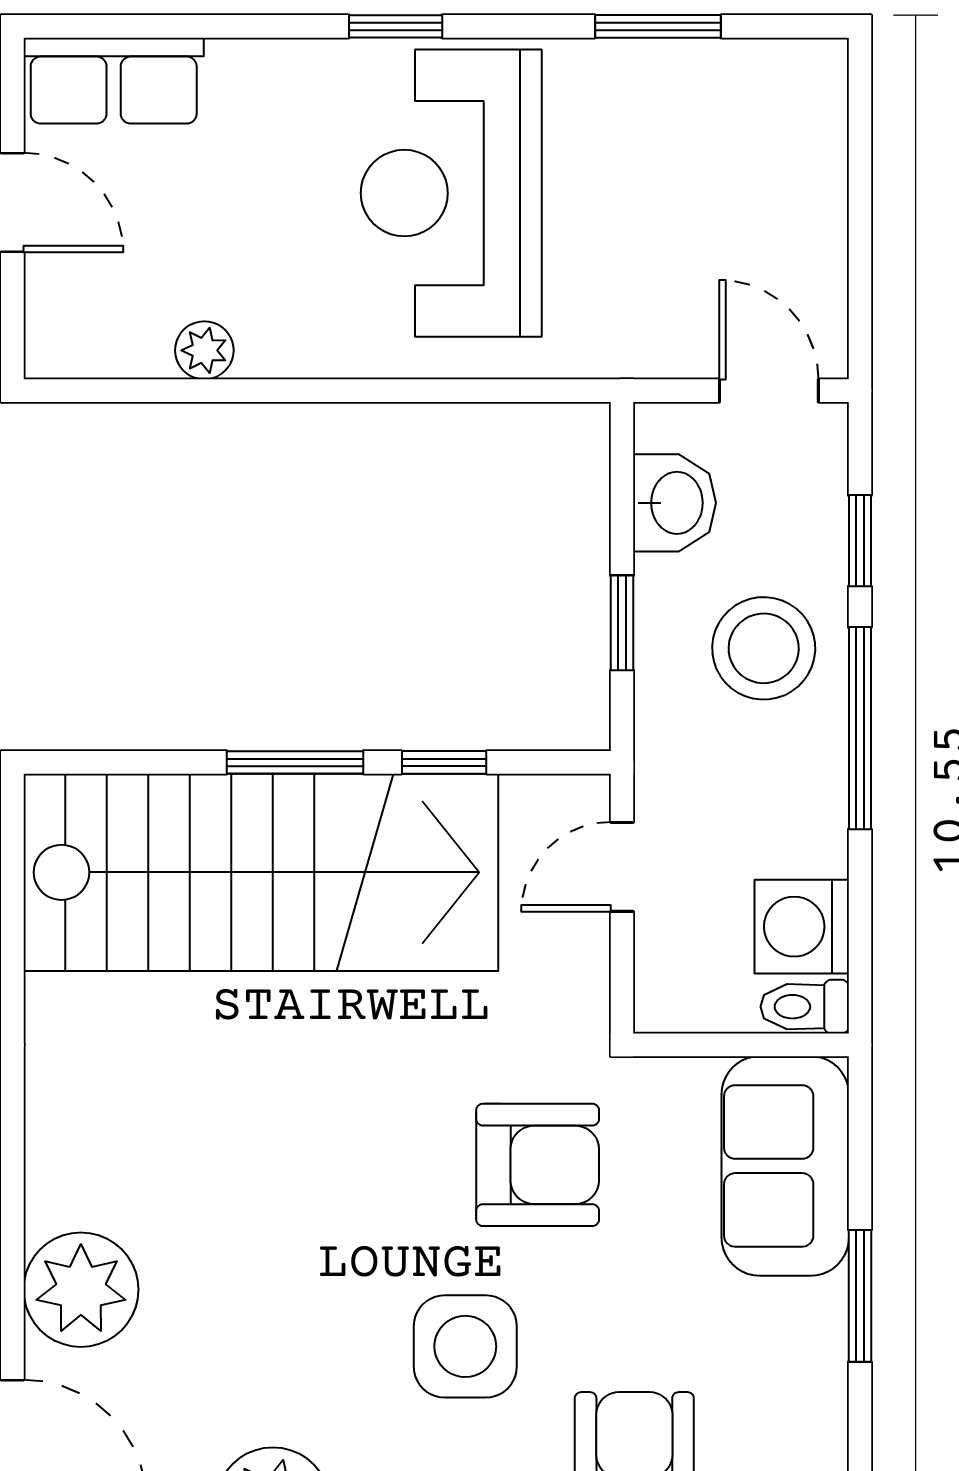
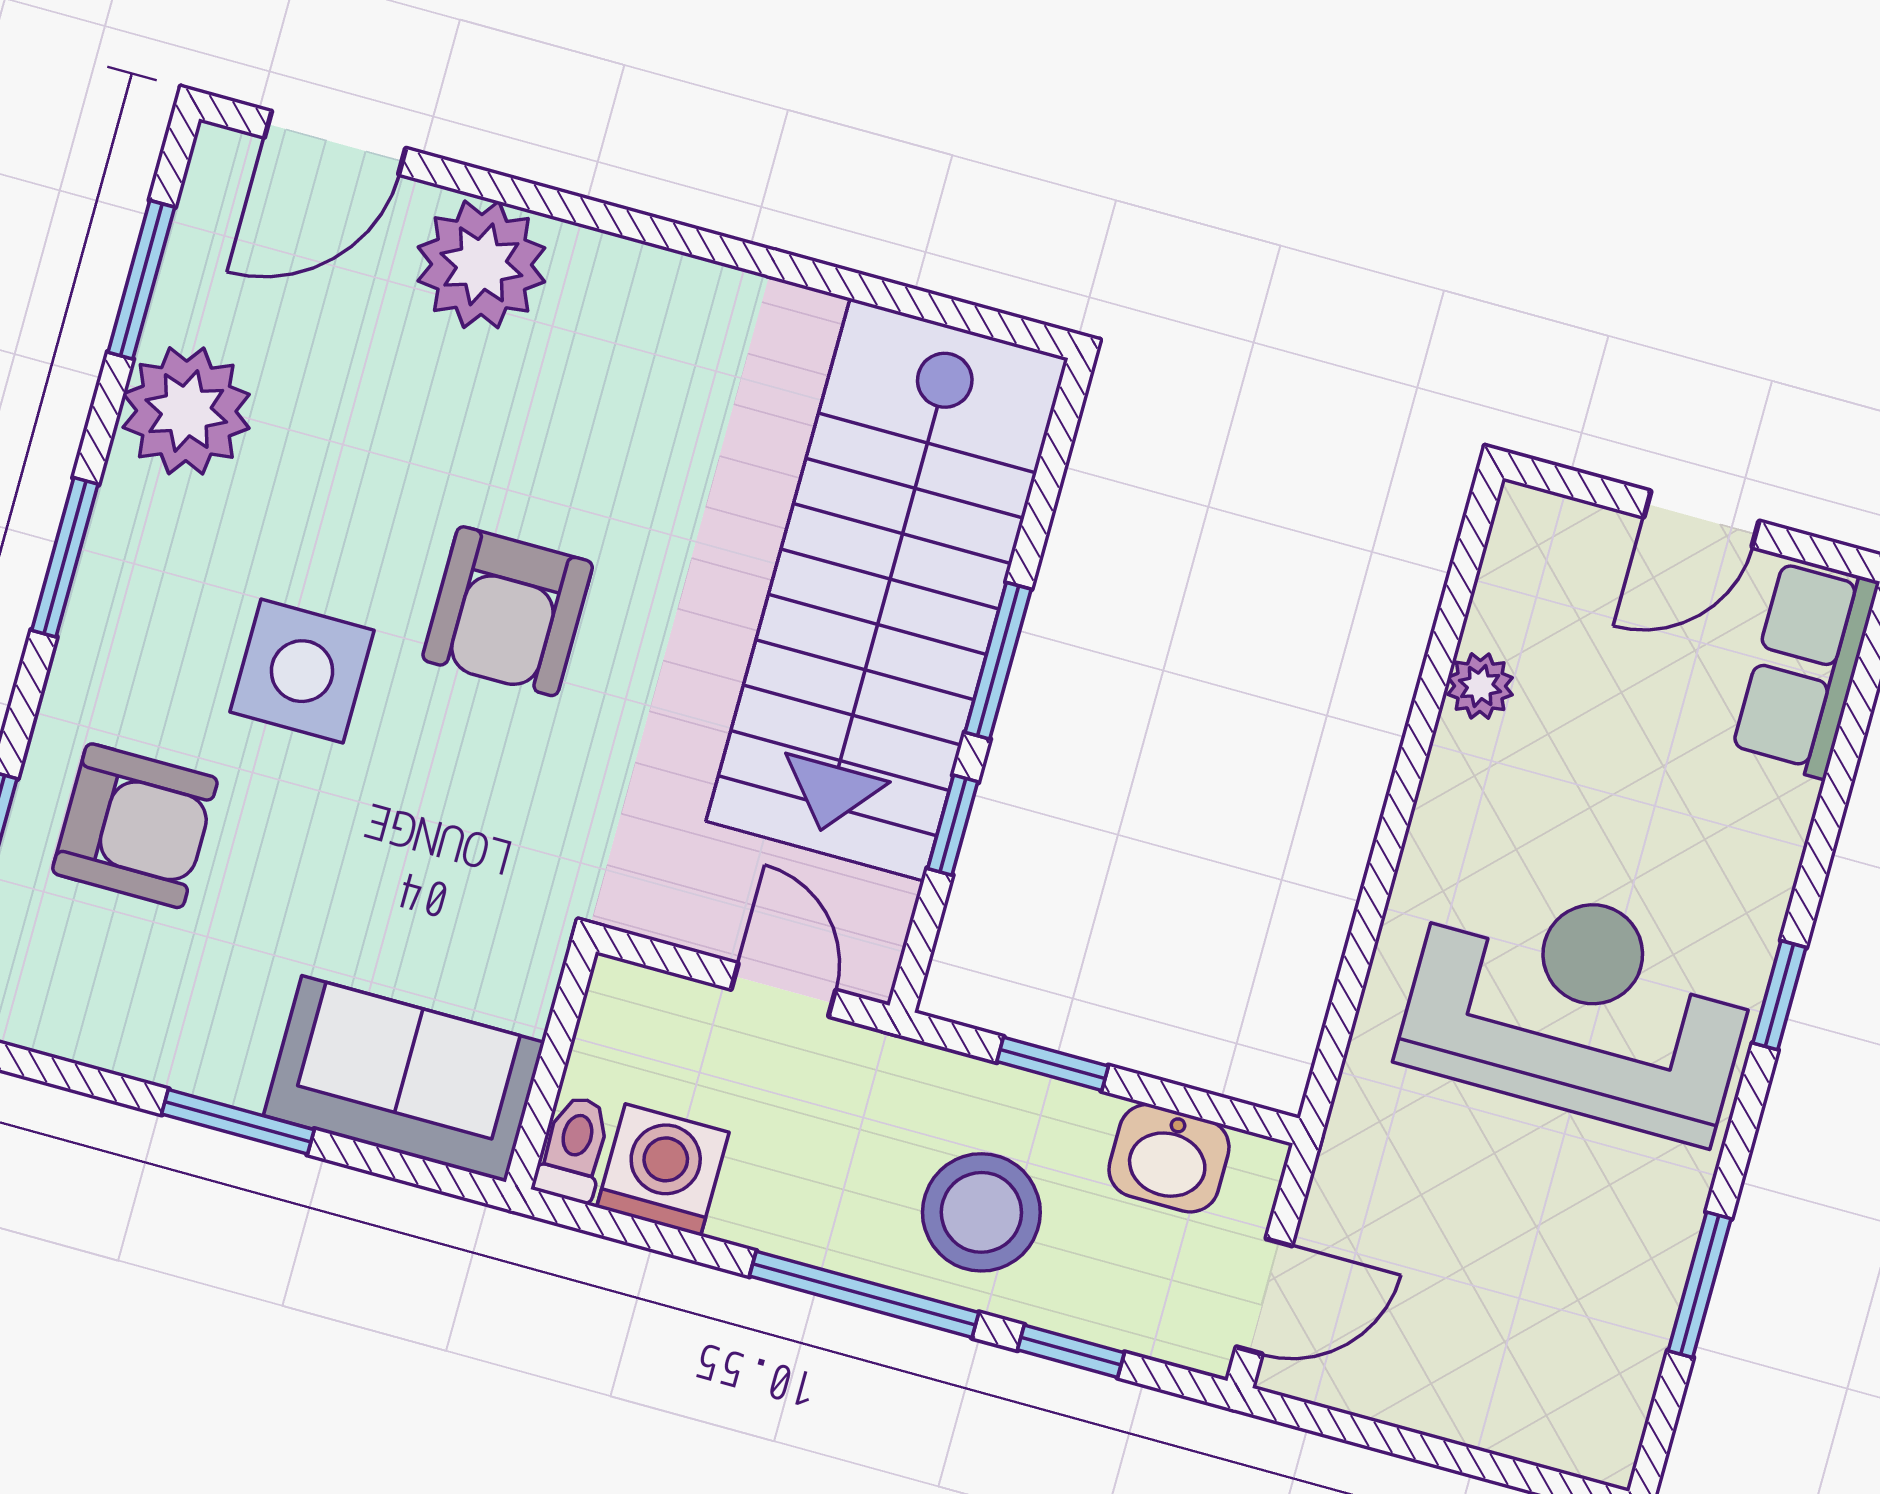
armchair: (538, 1165) -> (508, 611), moved

